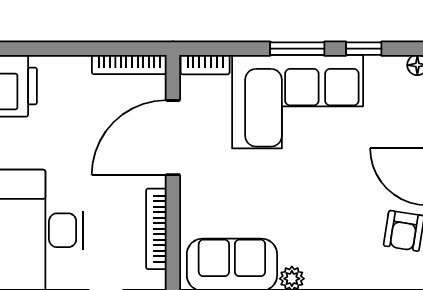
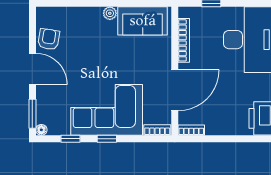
window: (297, 49) -> (107, 139), width x0.67
bookcase: (129, 64) -> (191, 130), width x0.64

